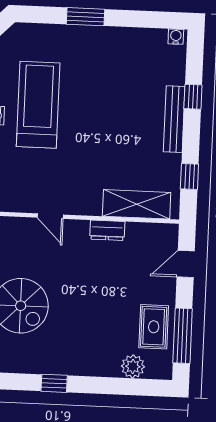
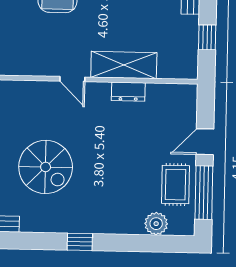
shelving: (137, 204) -> (124, 65), moved
door: (186, 264) -> (205, 142), moved

